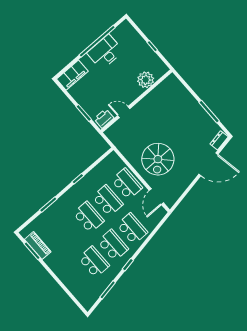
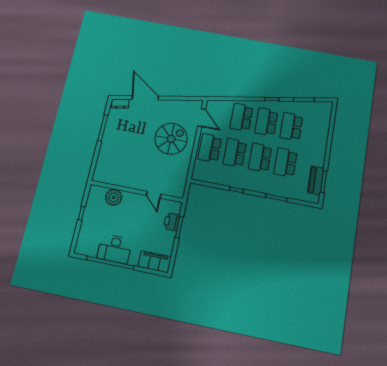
printer: (104, 118) -> (172, 222), moved, turned 90
door: (156, 197) -> (202, 118), hinge flipped
school desk: (69, 234) -> (285, 162), added

